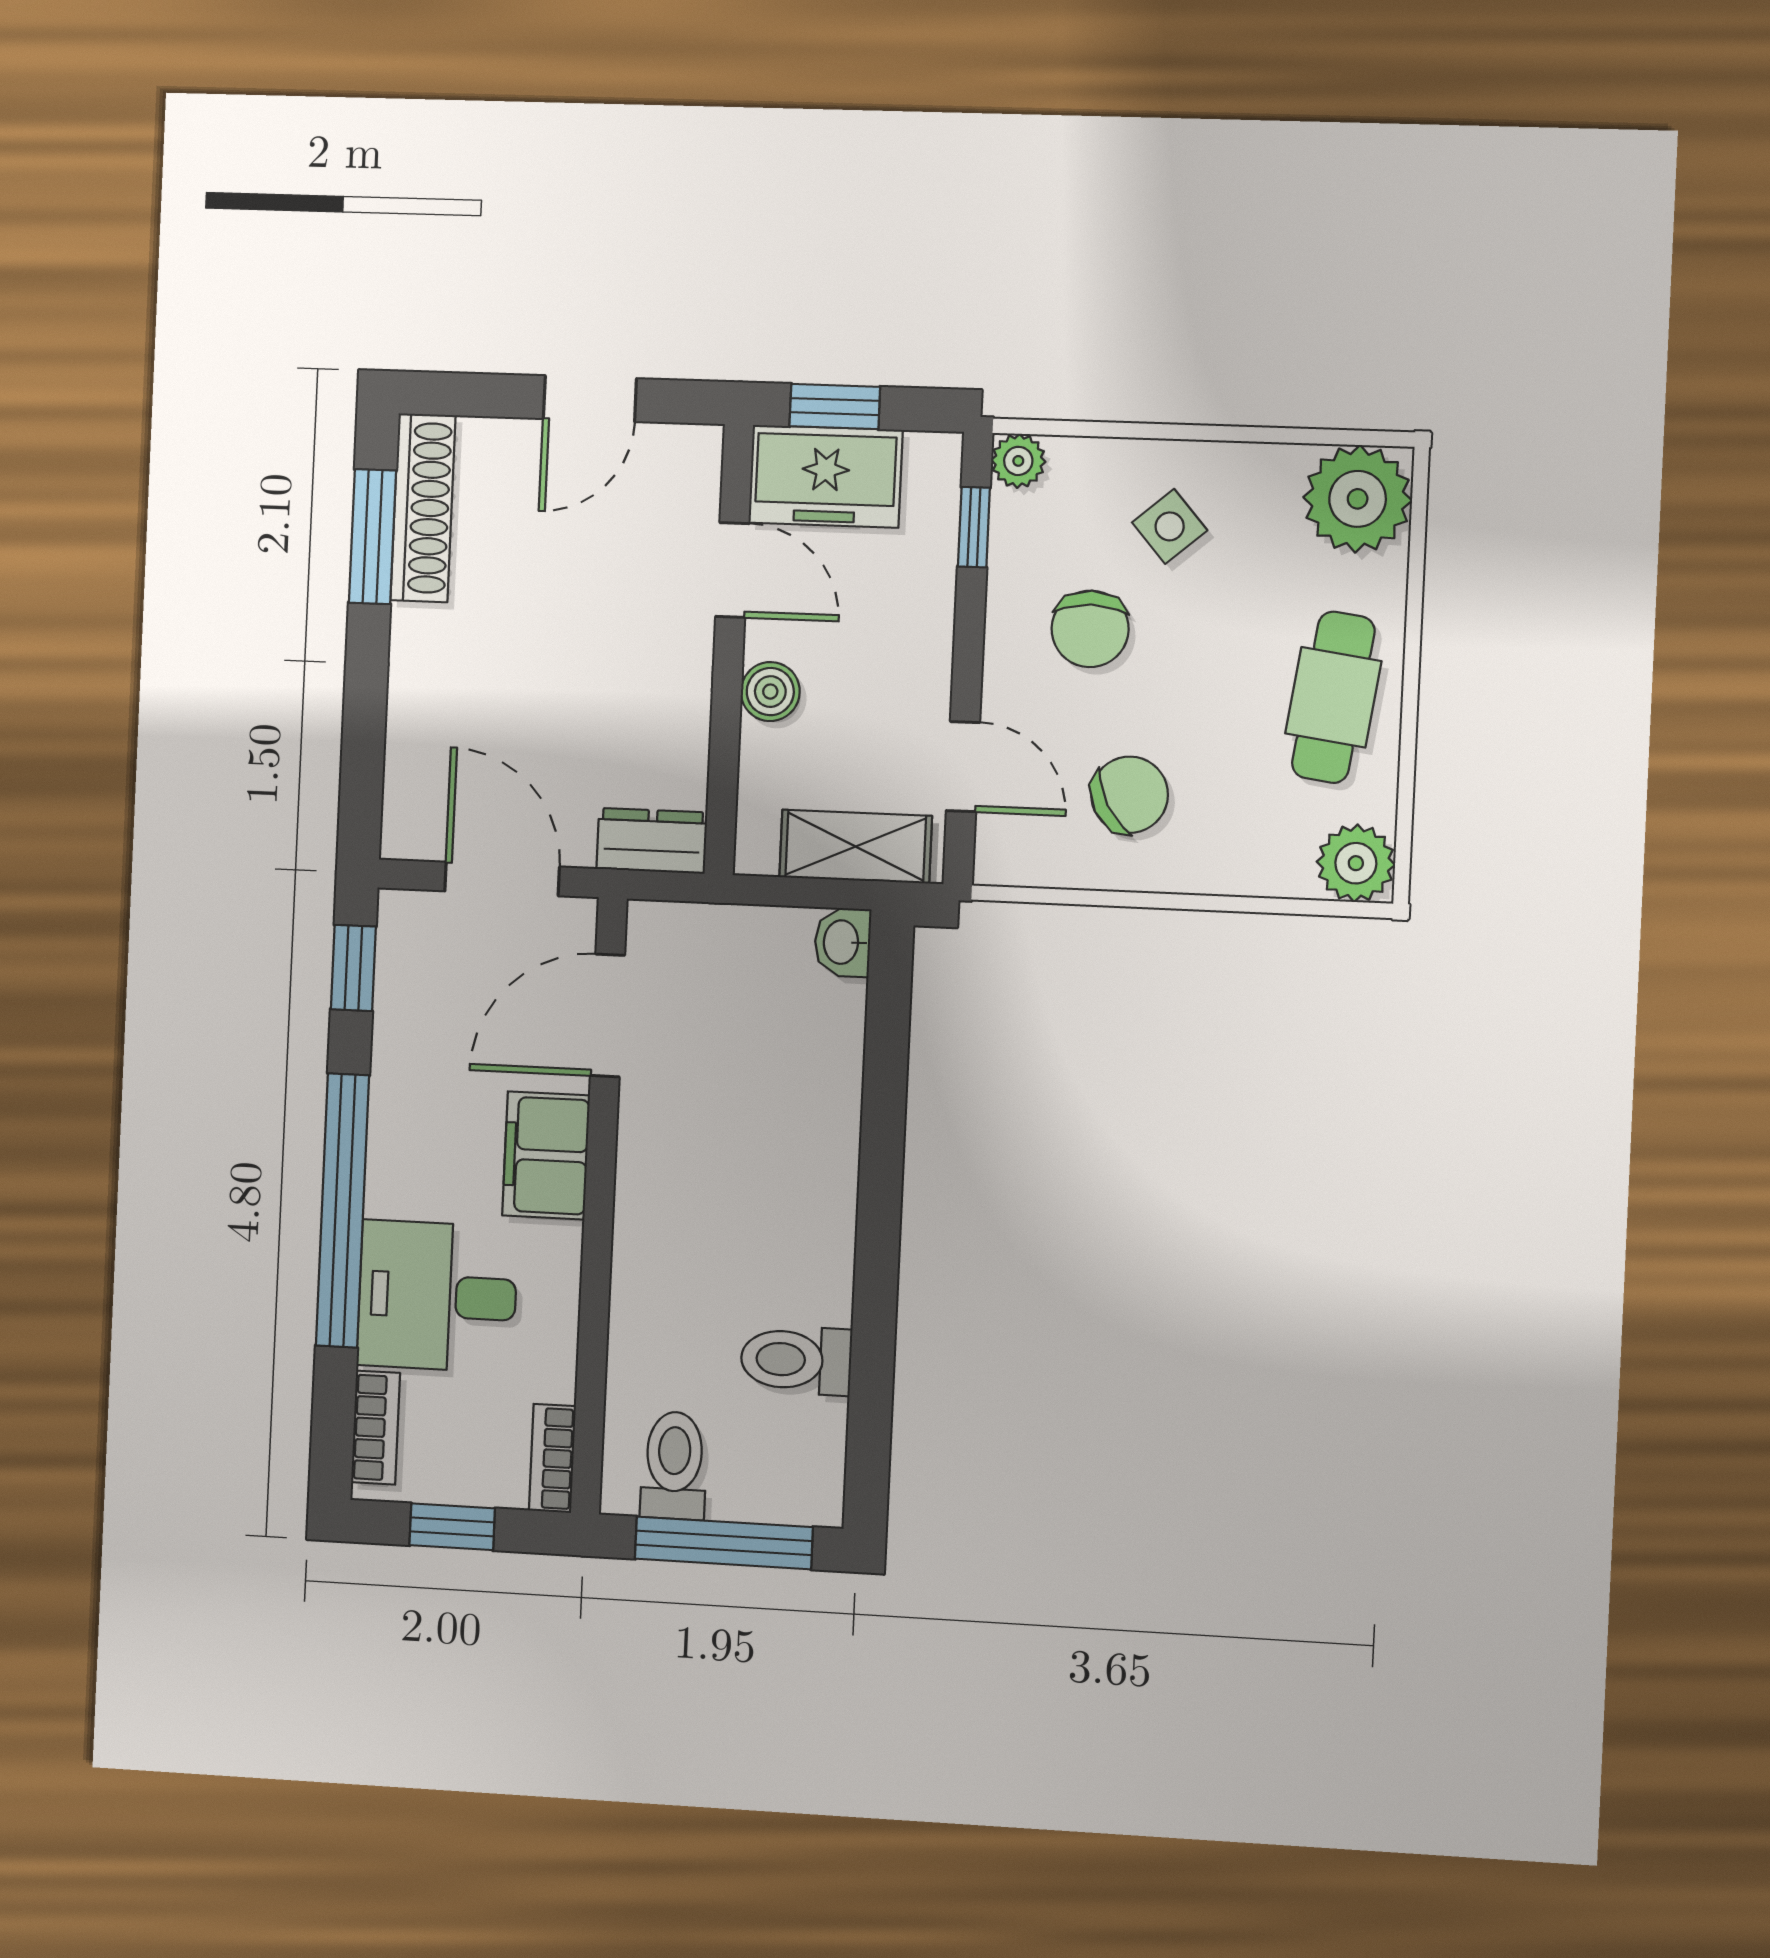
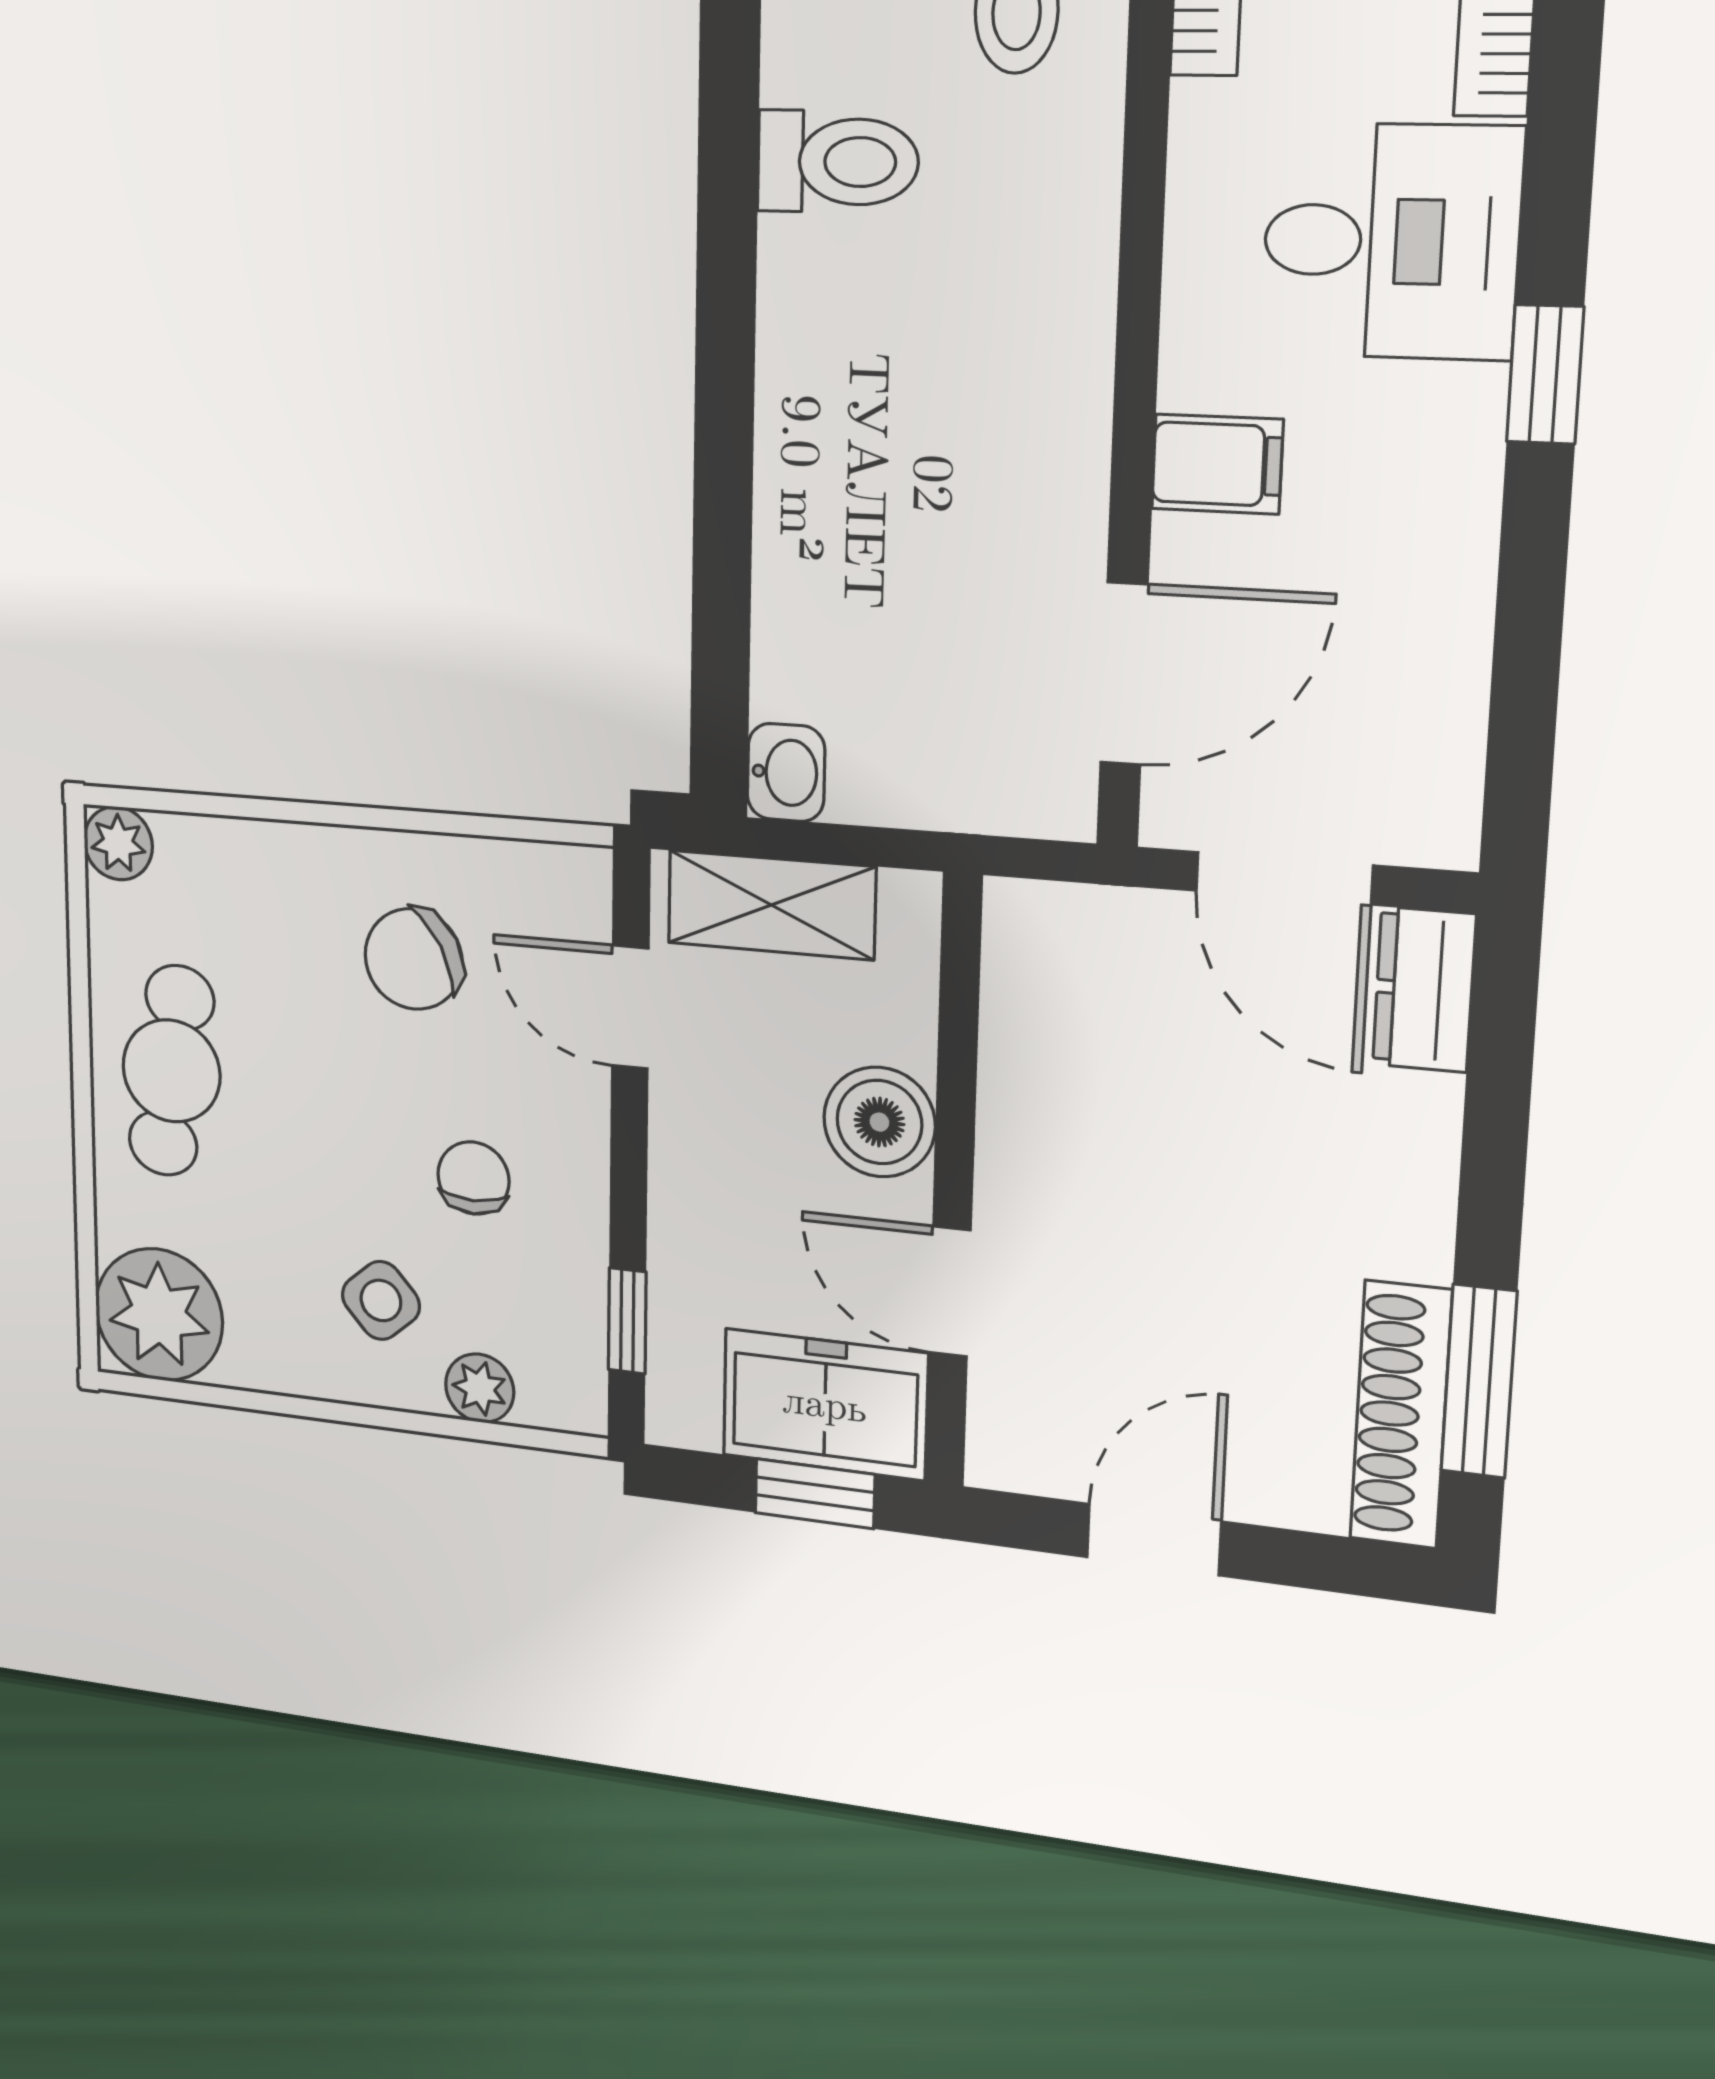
plant: (1018, 461) -> (480, 1388), moved
chair: (1090, 629) -> (473, 1178), width x0.73, depth x0.73
boiler: (770, 692) -> (879, 1122), width x1.36, depth x1.36
dresser: (652, 841) -> (1424, 990), moved, turned 90
plant: (1356, 863) -> (118, 843), width x0.73, depth x0.73
window: (353, 968) -> (1520, 752), removed
filing cabinet: (546, 1155) -> (1217, 464), width x0.50
window: (342, 1210) -> (1545, 374), width x0.32

